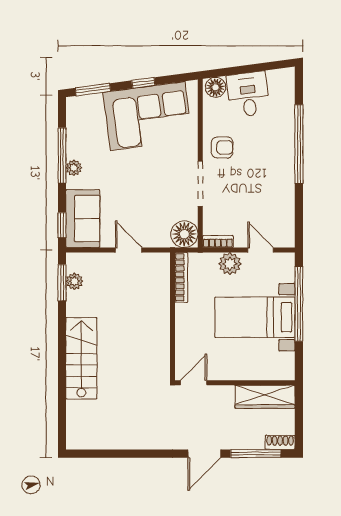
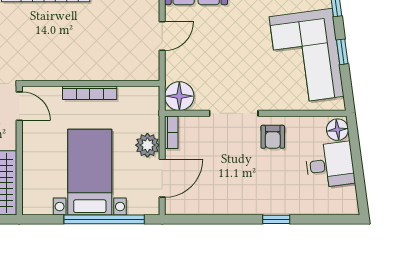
window: (299, 144) -> (276, 219), width x0.32
door: (261, 250) -> (162, 178), width x1.38
bookcase: (181, 277) -> (90, 93), moved

